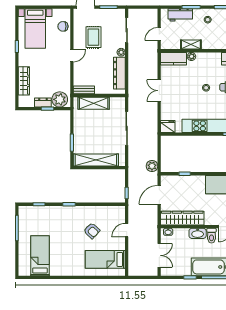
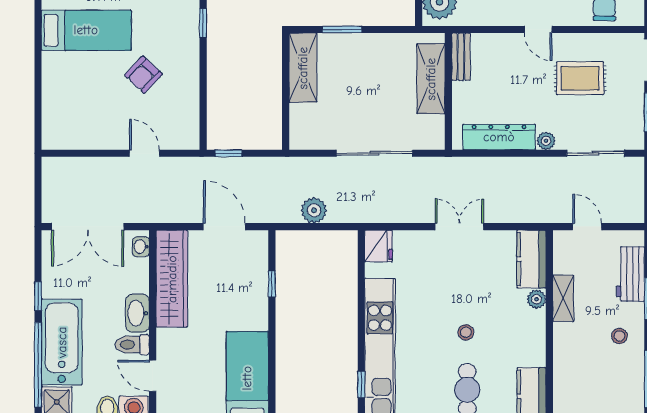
shelving: (96, 160) -> (303, 68), width x0.68
plant: (152, 166) -> (314, 210), moved
double door: (159, 255) -> (88, 227), width x1.37
bed: (105, 259) -> (86, 30), moved, turned 90

